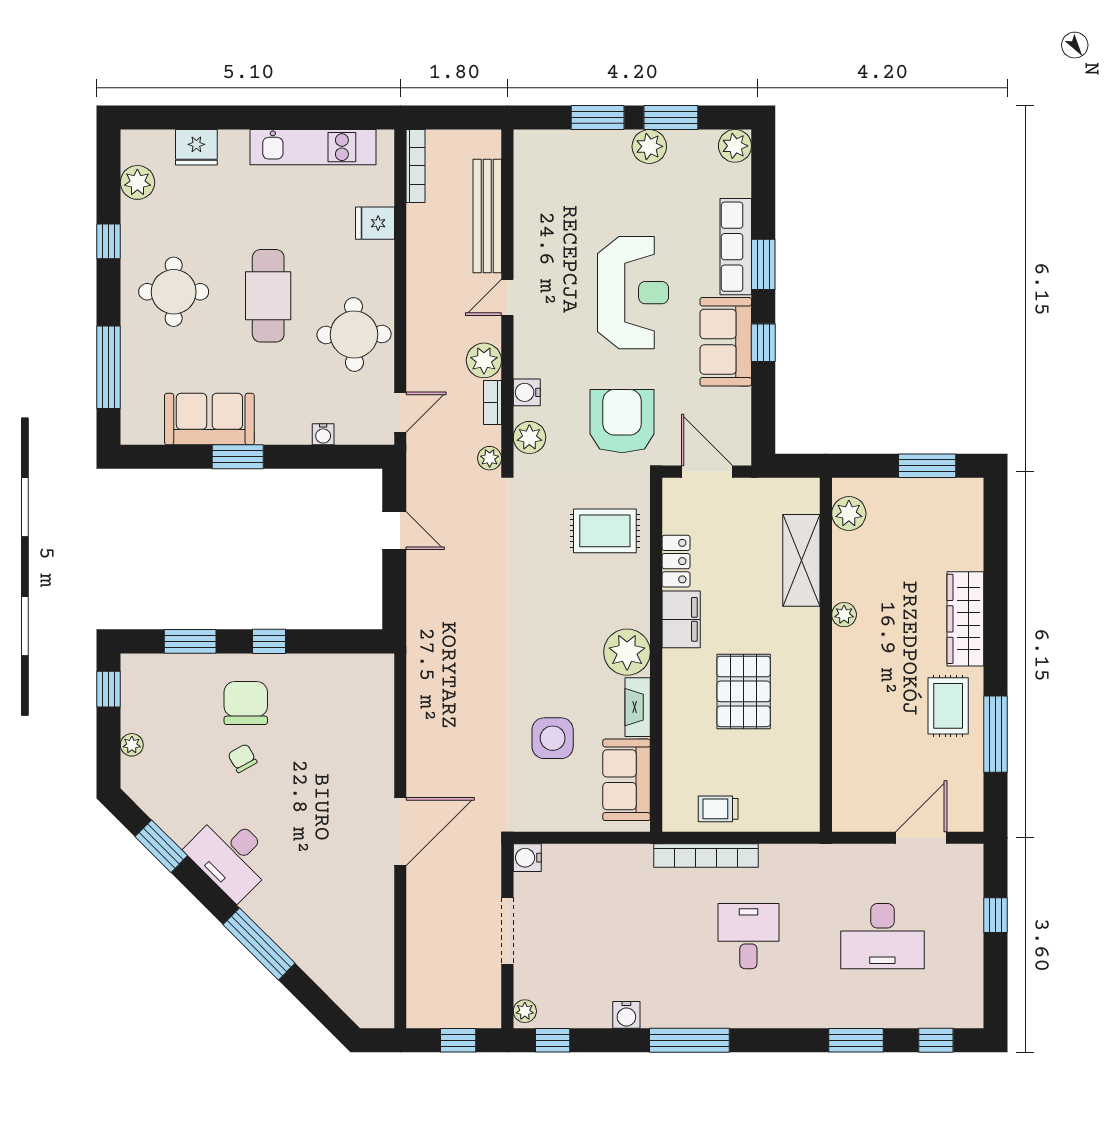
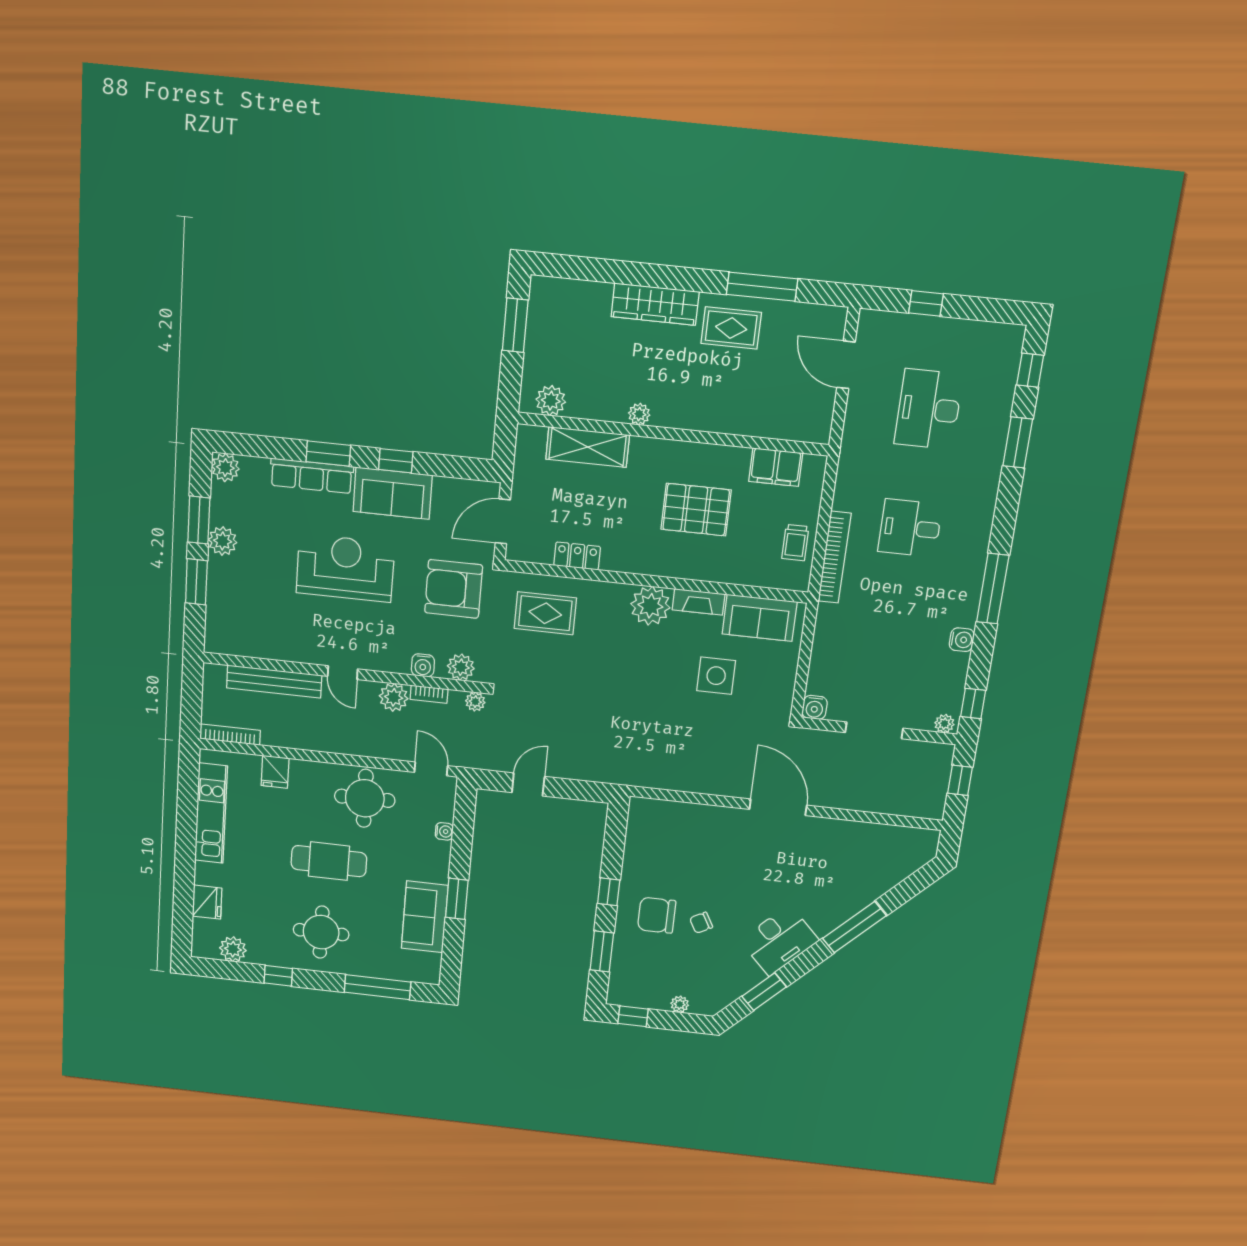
rug: (605, 531) -> (545, 613), turned 90
filing cabinet: (681, 619) -> (776, 467), moved, turned 180
desk: (882, 936) -> (929, 409), turned 180

